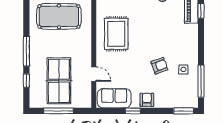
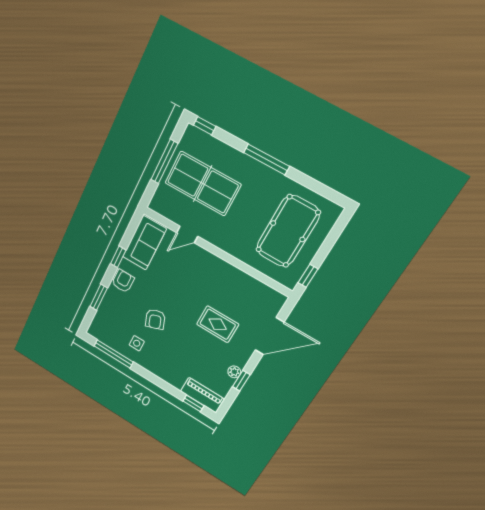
rug: (116, 34) -> (218, 324), moved, width x0.73, depth x0.70
window: (26, 81) -> (205, 126), moved
armchair: (147, 100) -> (123, 281), turned -90
window: (183, 111) -> (99, 297), moved

